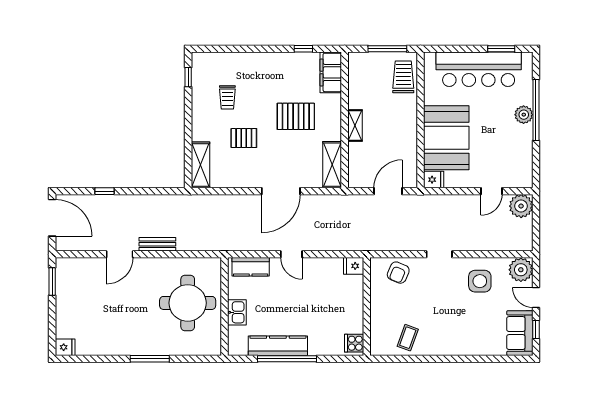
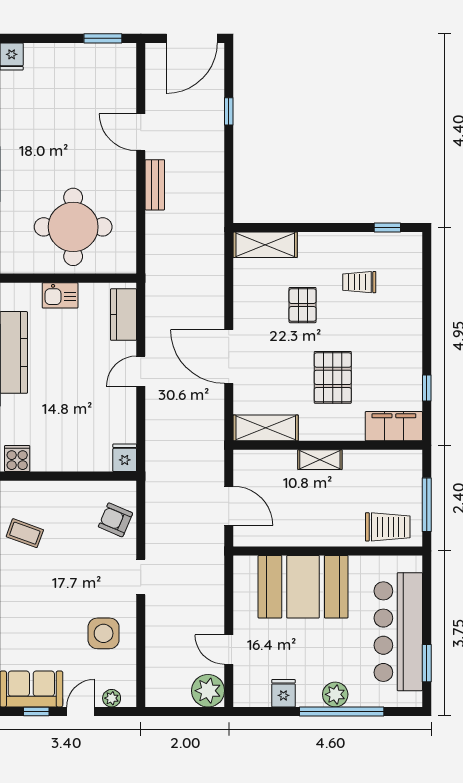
fridge: (434, 180) -> (283, 693), moved, turned 180
plant: (521, 270) -> (112, 698), width x0.53, depth x0.53

